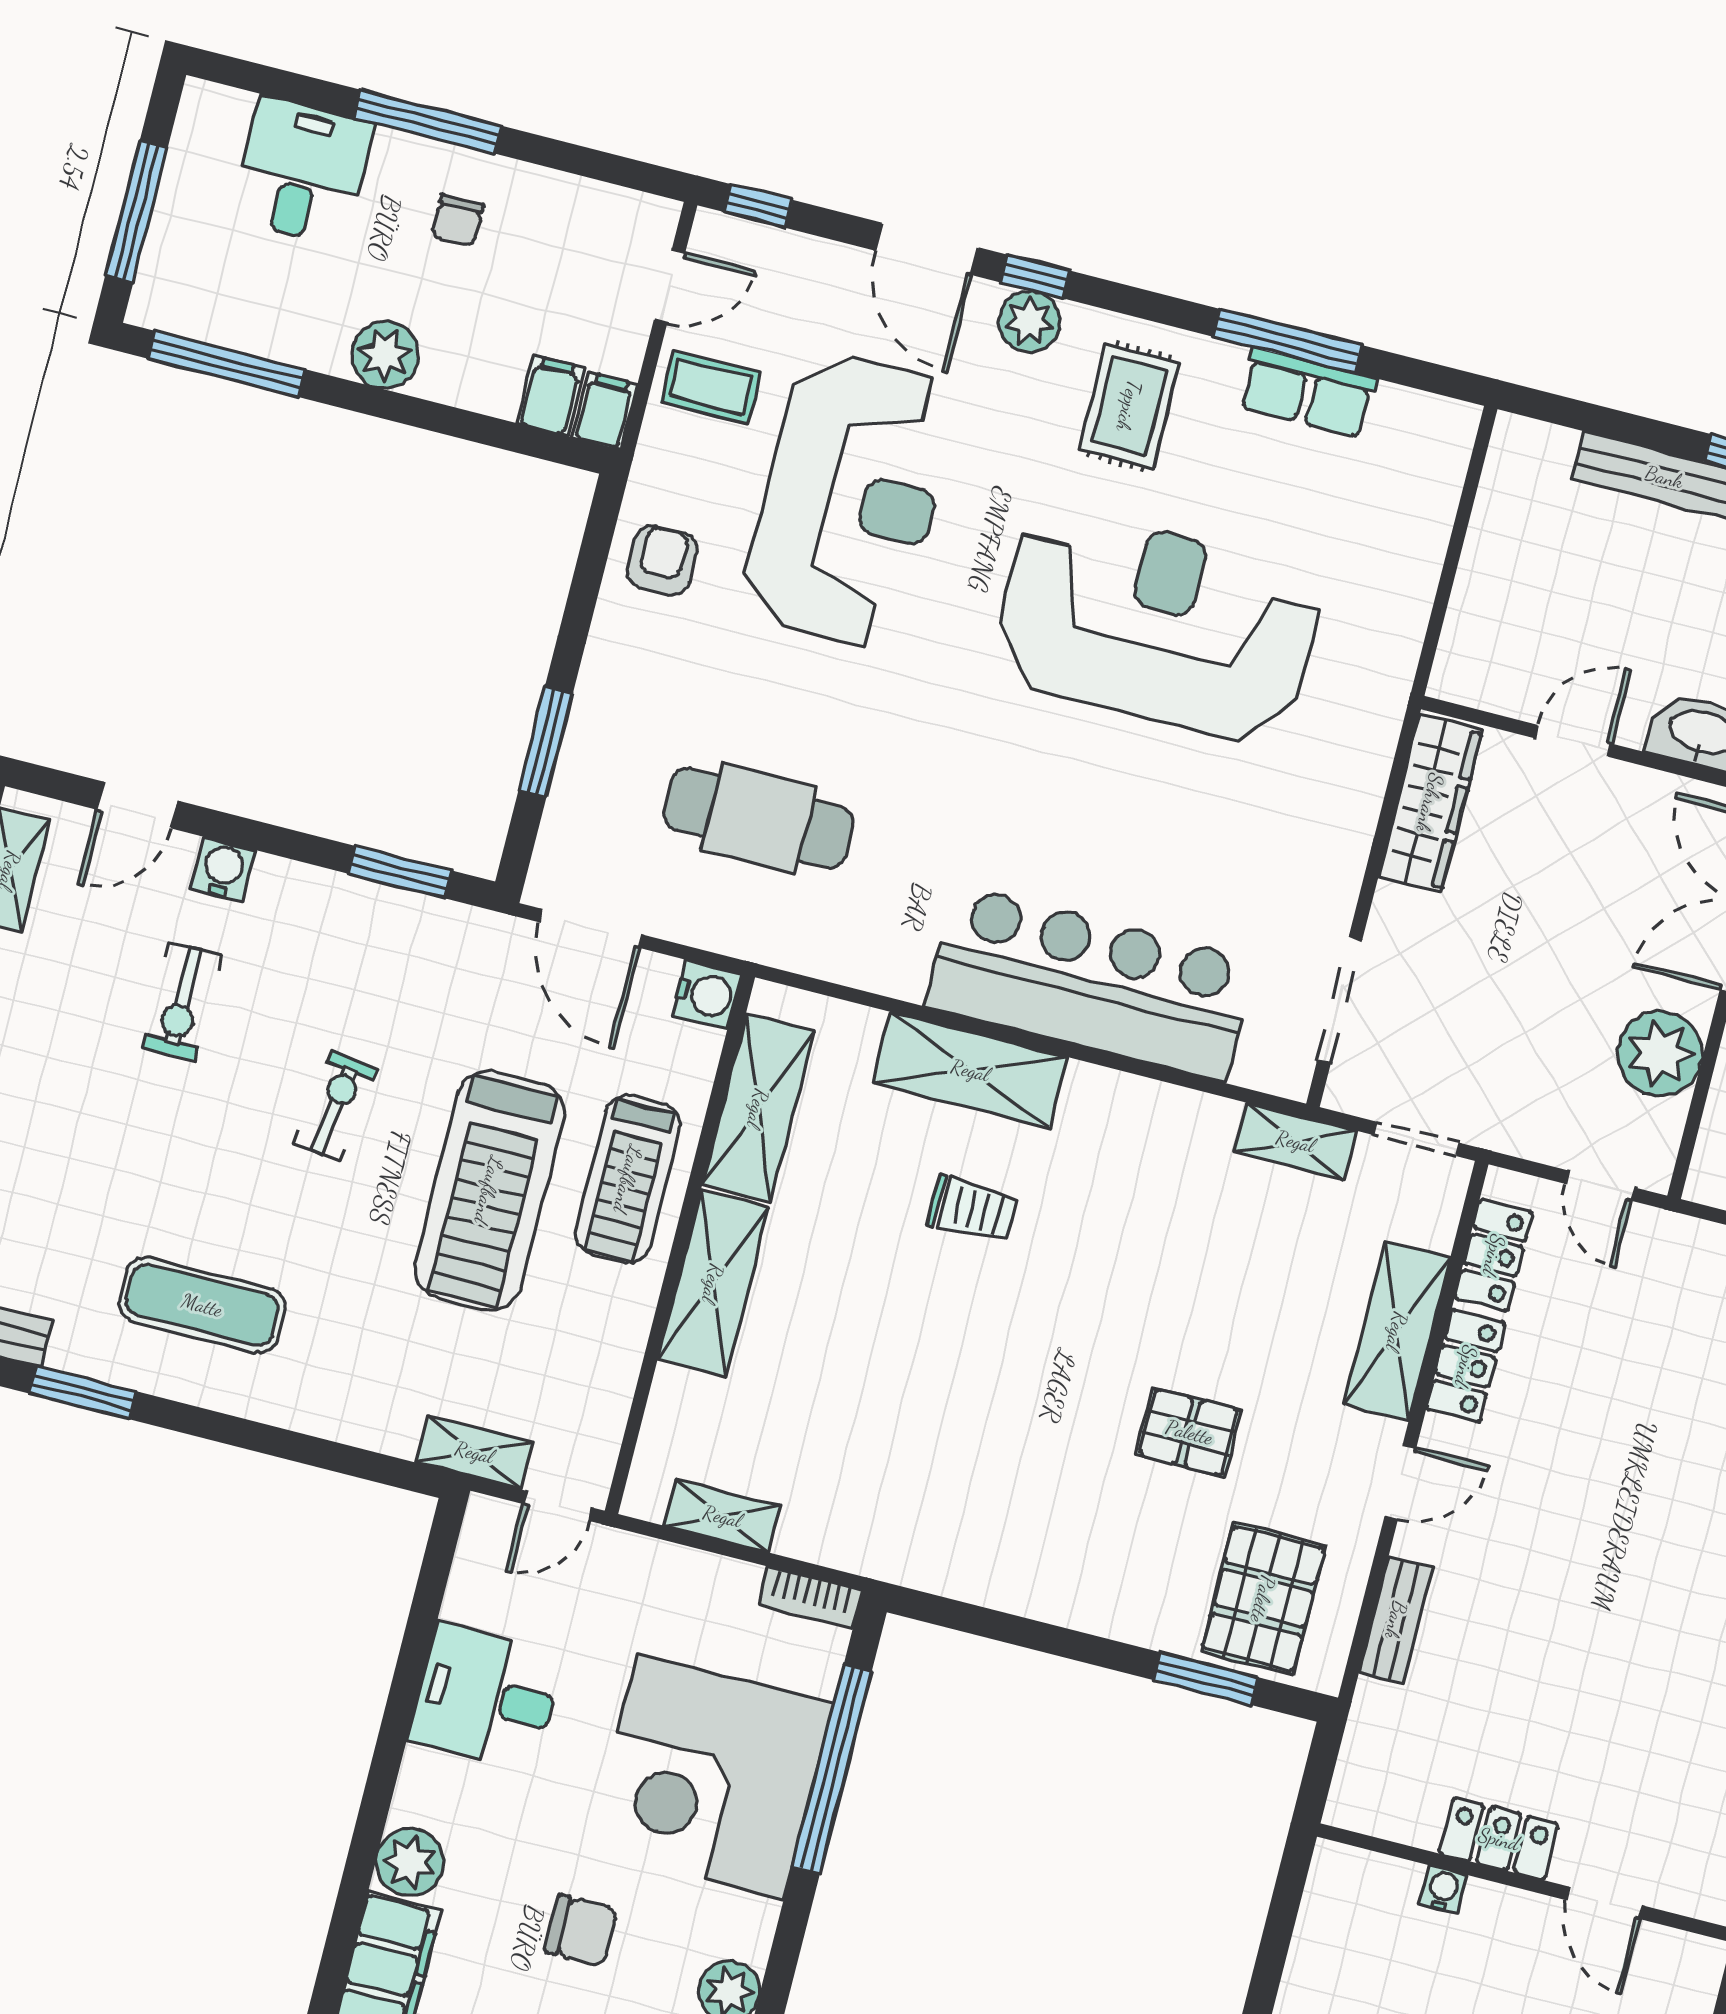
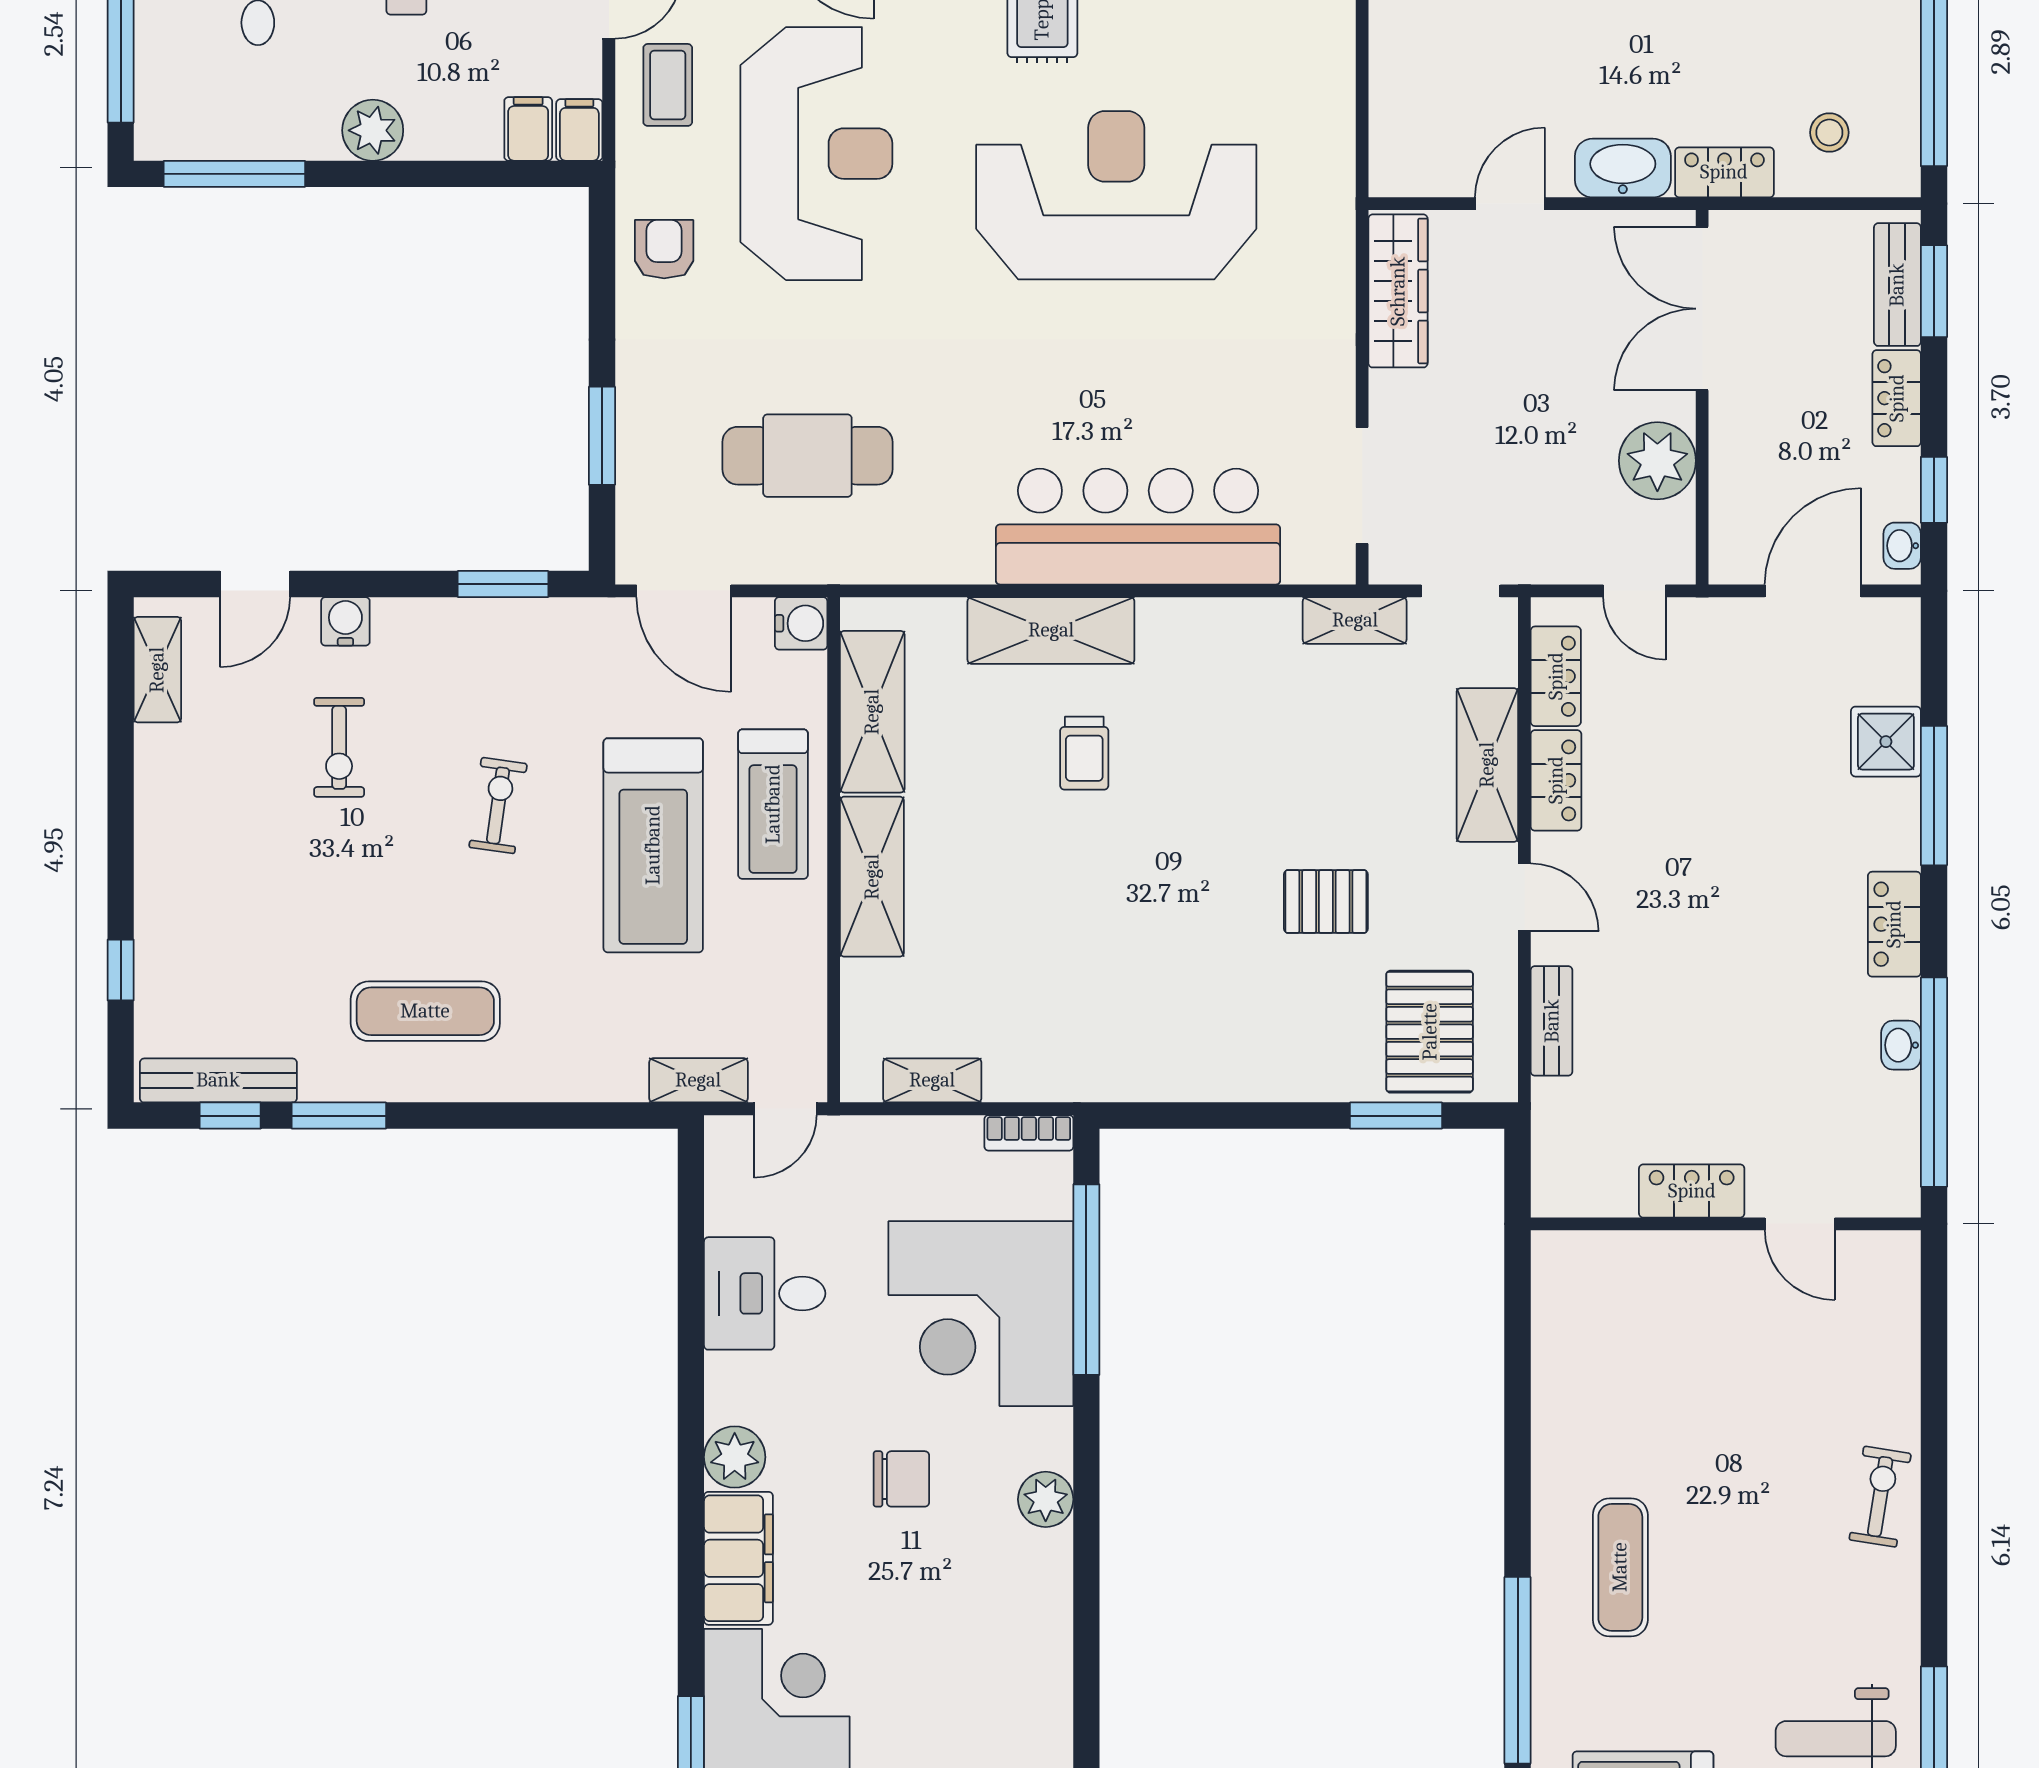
coffee table: (711, 387) -> (668, 85), turned 90
trolley: (972, 1209) -> (1084, 753), turned 90
door: (1400, 1482) -> (1524, 897), hinge flipped
water cooler: (1443, 1889) -> (1654, 1248), removed

